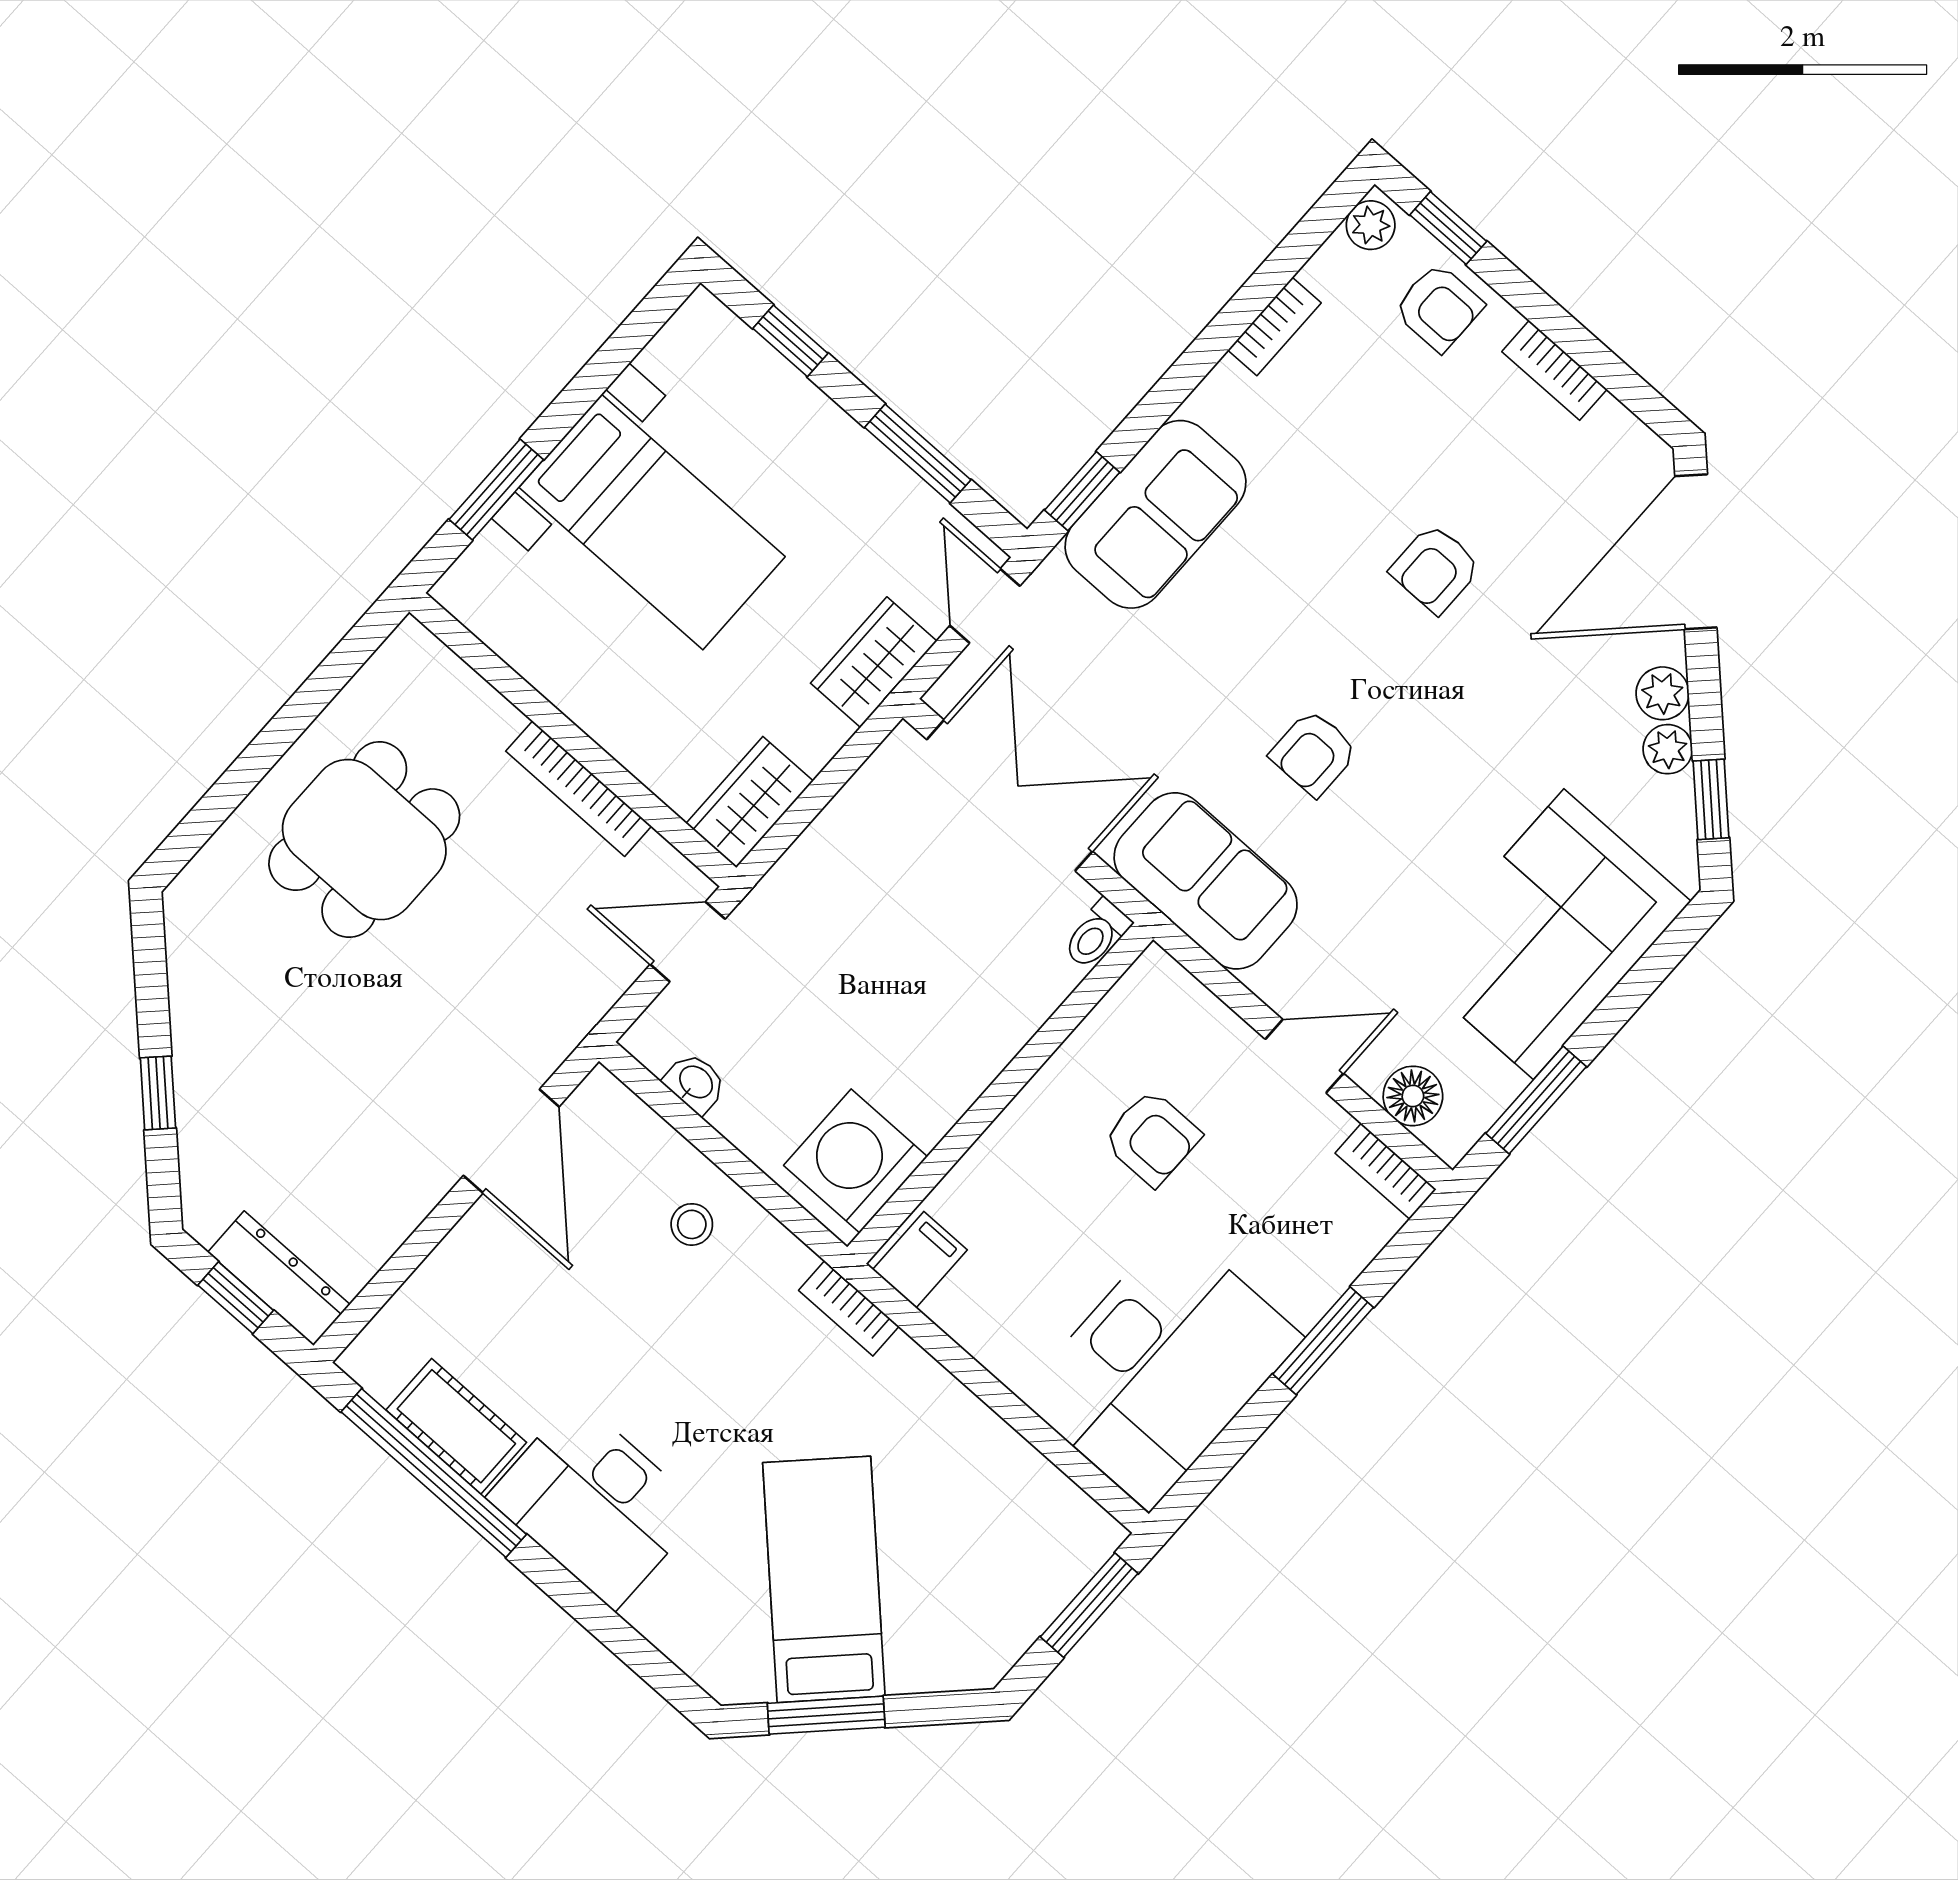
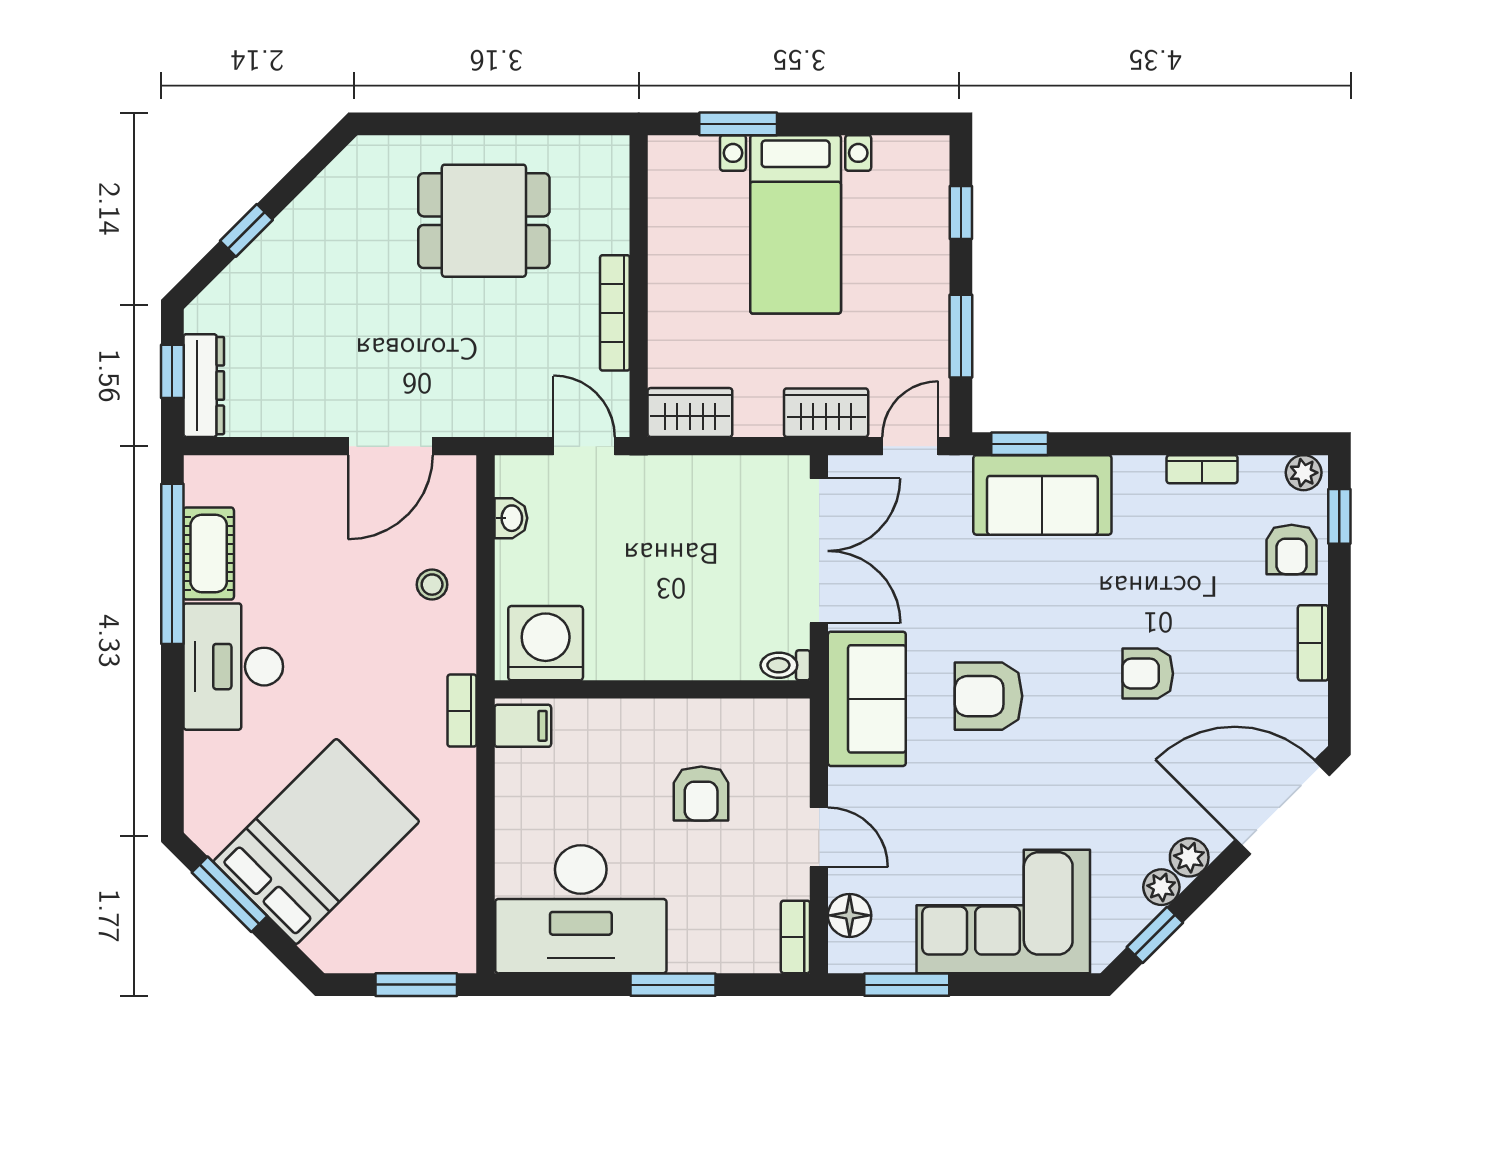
armchair: (1314, 753) -> (989, 696), width x1.38, depth x1.38
bed: (824, 1579) -> (316, 842), width x1.50

